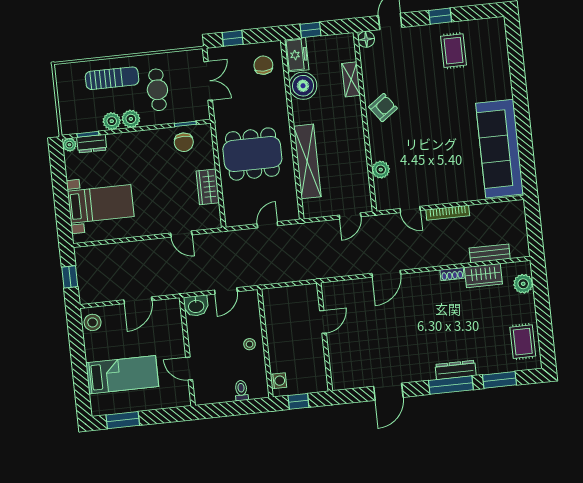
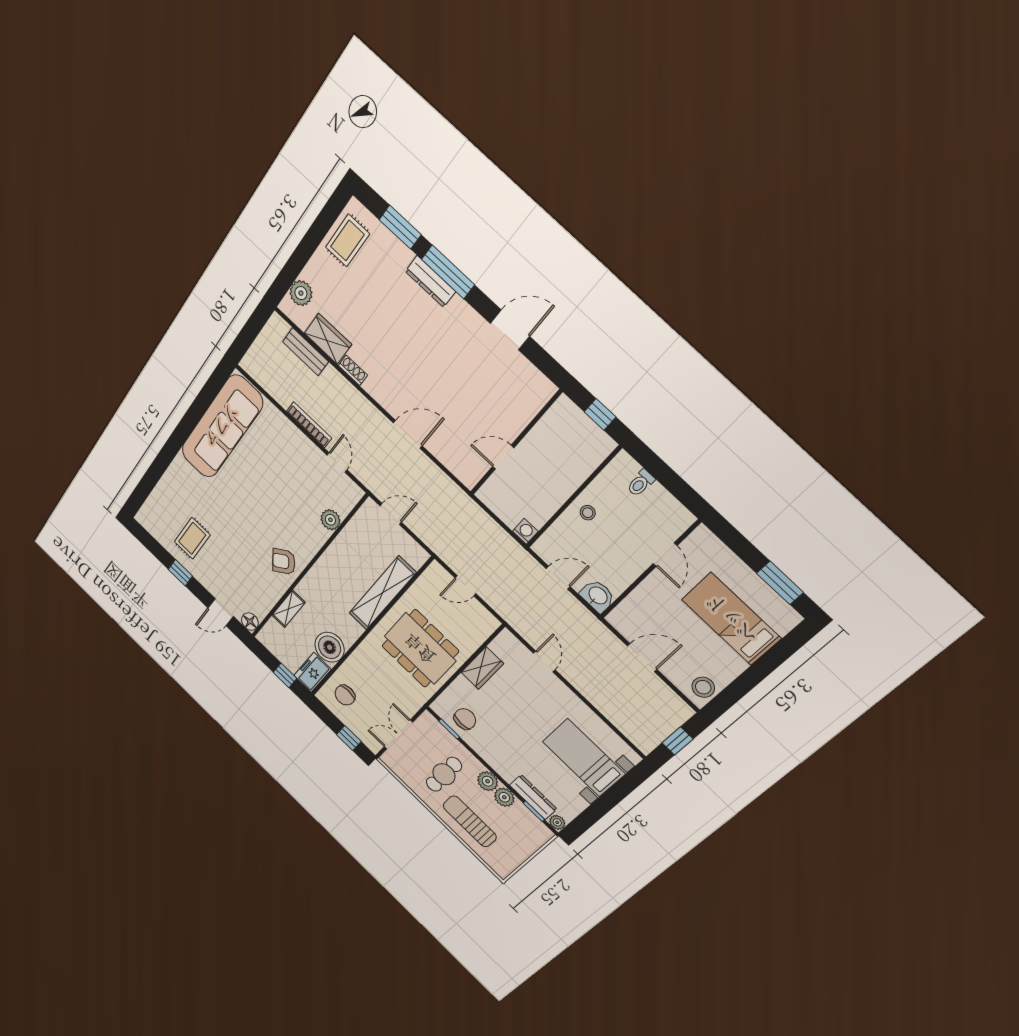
dresser: (92, 144) -> (533, 797), width x1.44
washing machine: (278, 381) -> (525, 531), moved, turned 90

